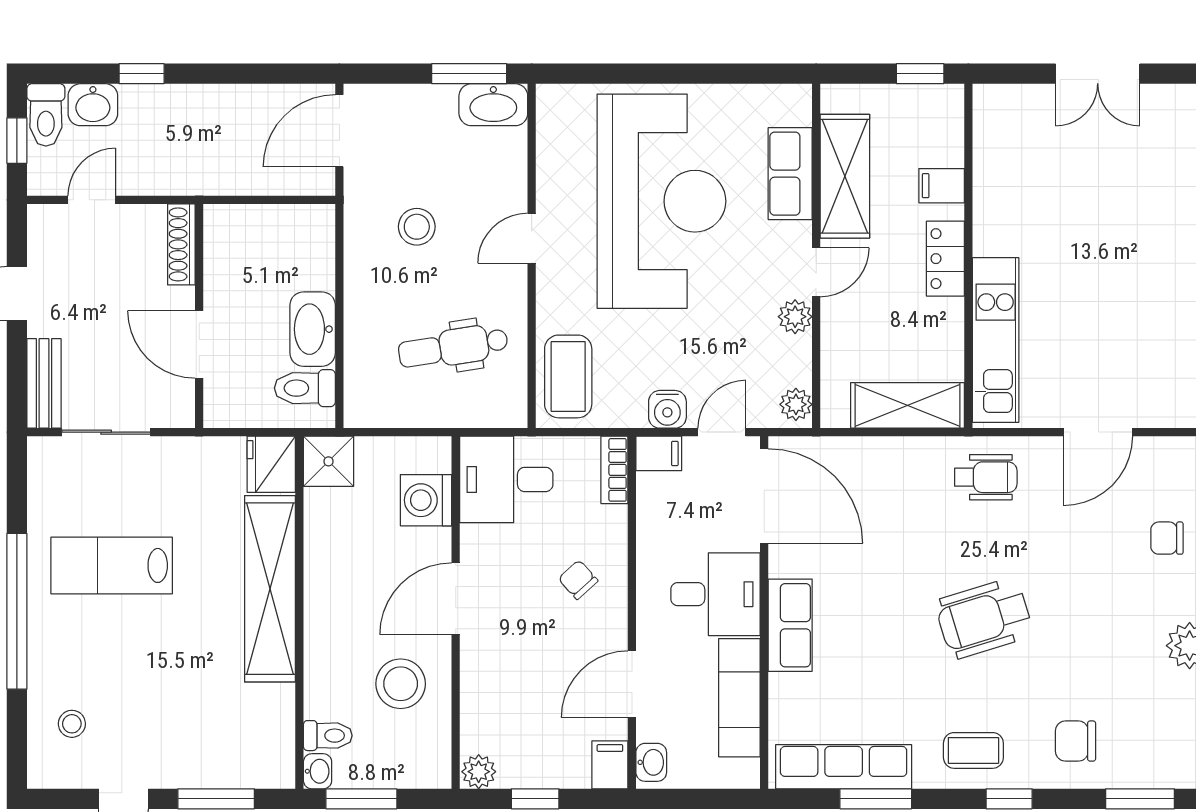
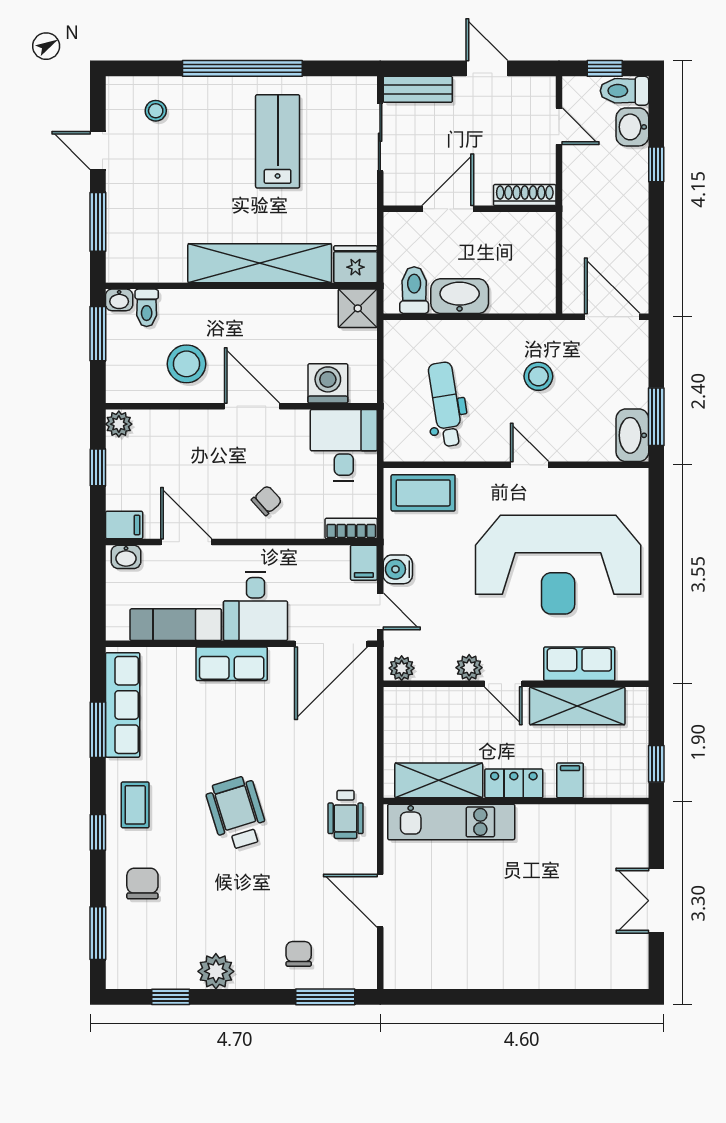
shelving: (908, 405) -> (439, 780), moved, turned 90

